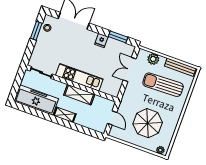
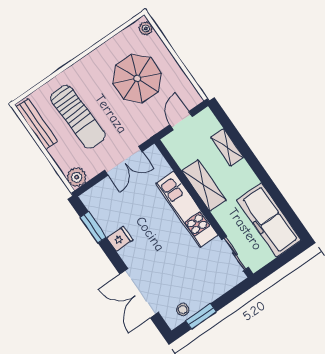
plant: (153, 59) -> (77, 177), moved
double door: (130, 70) -> (123, 161), moved
shelving: (65, 115) -> (227, 147), moved

